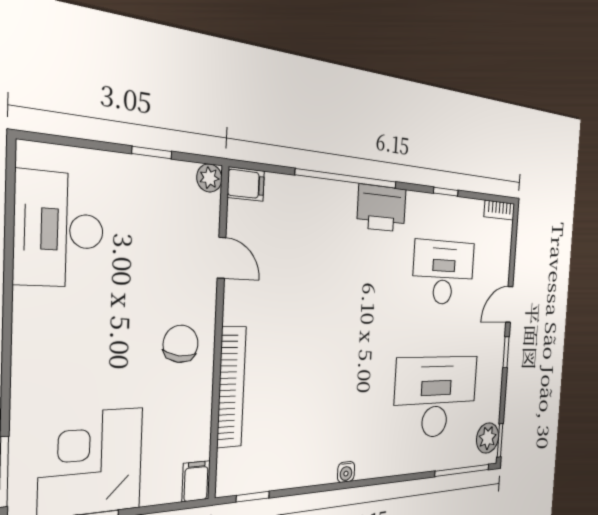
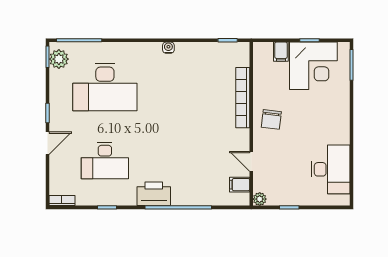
filing cabinet: (246, 184) -> (240, 185), moved
filing cabinet: (196, 481) -> (281, 52), moved

